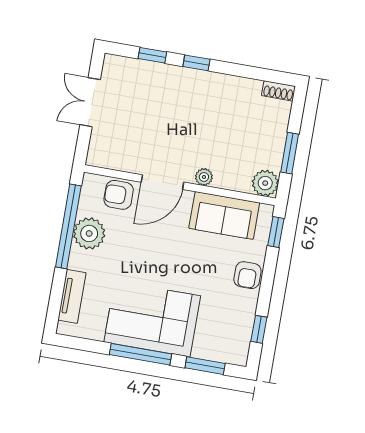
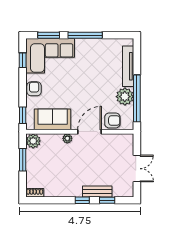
bench: (167, 74) -> (97, 191), added
tv unit: (72, 296) -> (128, 66), width x1.41
corner sofa: (152, 319) -> (50, 56), moved

